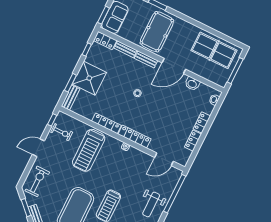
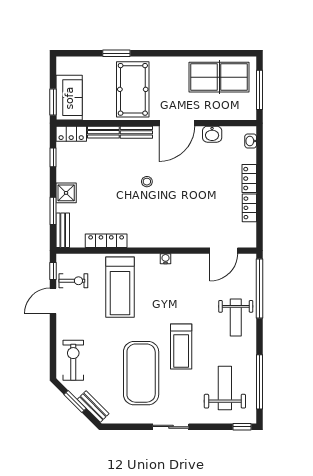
shower: (89, 78) -> (66, 193), width x0.54, depth x0.54
locker: (106, 123) -> (106, 241), moved
locker: (134, 137) -> (171, 240), removed
door: (38, 148) -> (53, 301), moved

